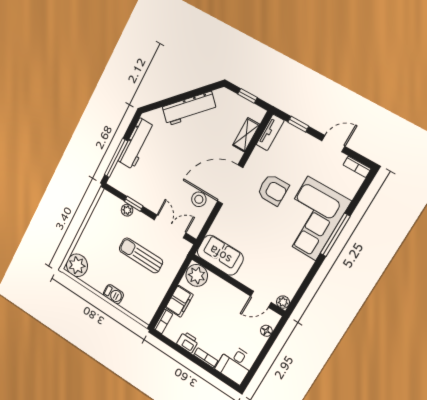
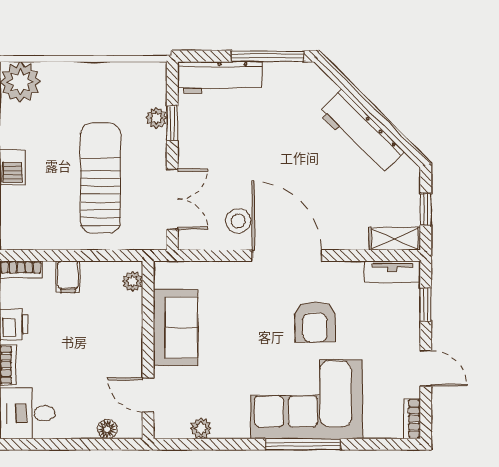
shelving: (246, 135) -> (395, 239), moved
workbench: (136, 144) -> (220, 77), moved
window: (116, 158) -> (268, 56), moved
sun lounger: (141, 255) -> (100, 178), width x1.36, depth x1.34
sofa: (220, 255) -> (176, 328), moved
plant: (197, 275) -> (133, 281), width x0.53, depth x0.53
filing cabinet: (179, 301) -> (68, 277), width x0.50
plant: (283, 302) -> (201, 428), moved

